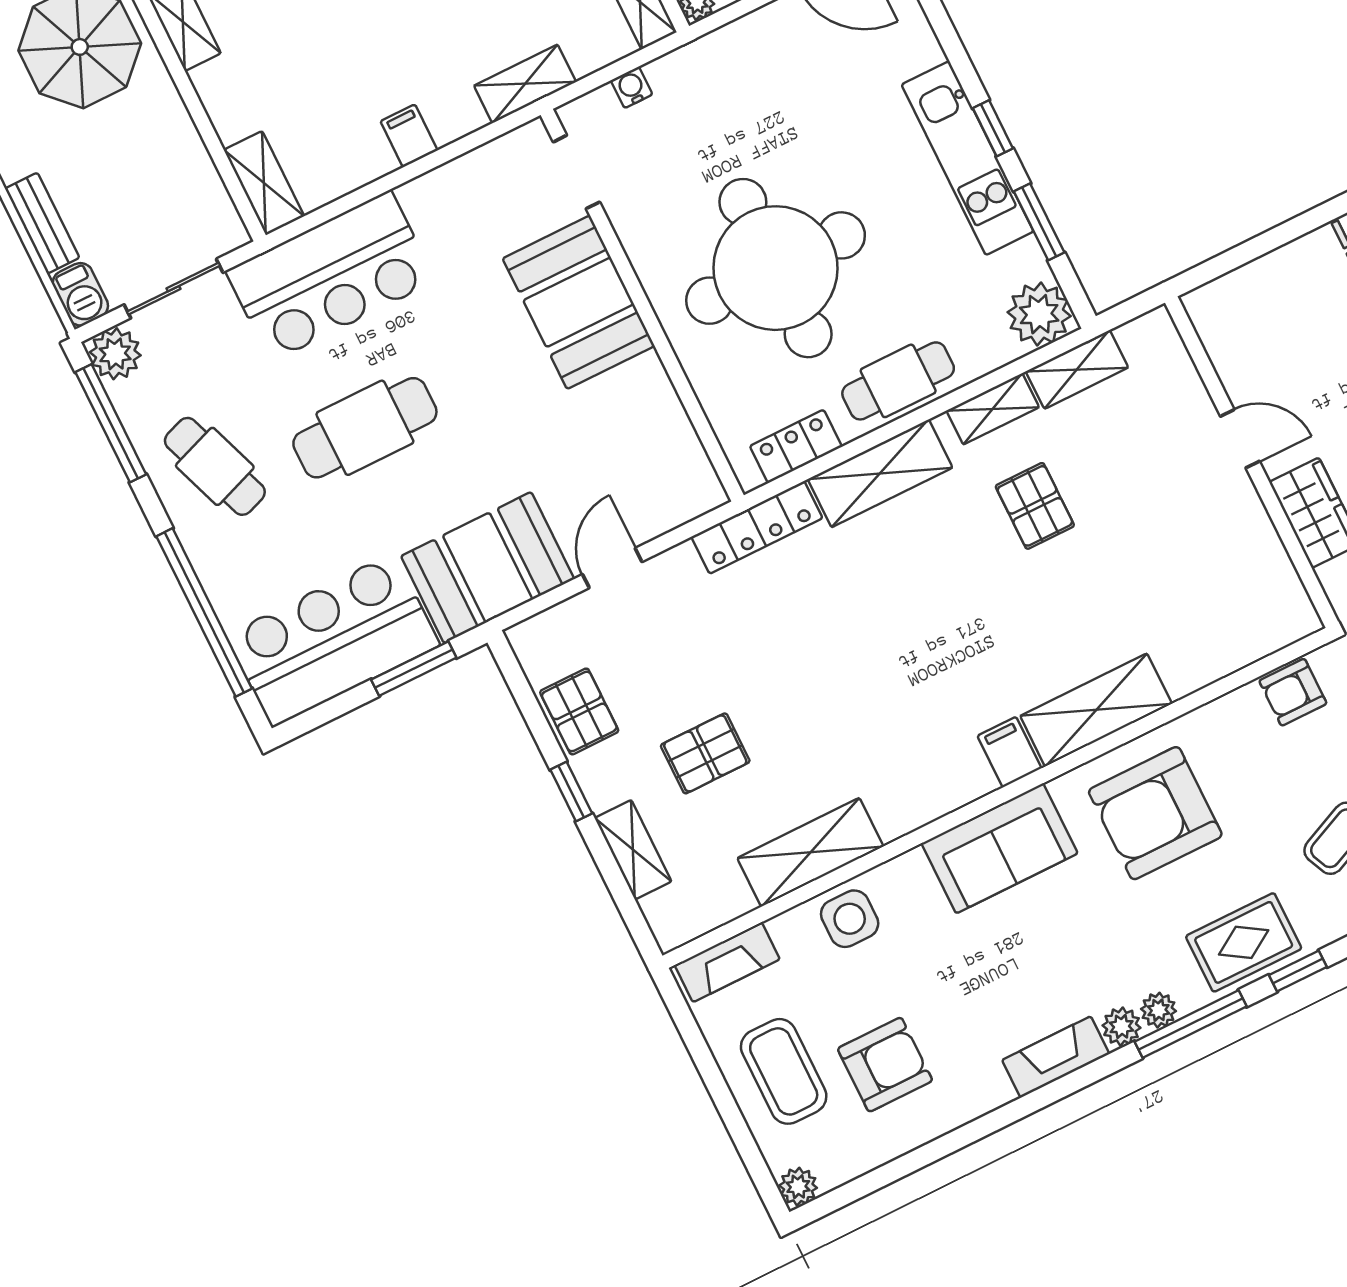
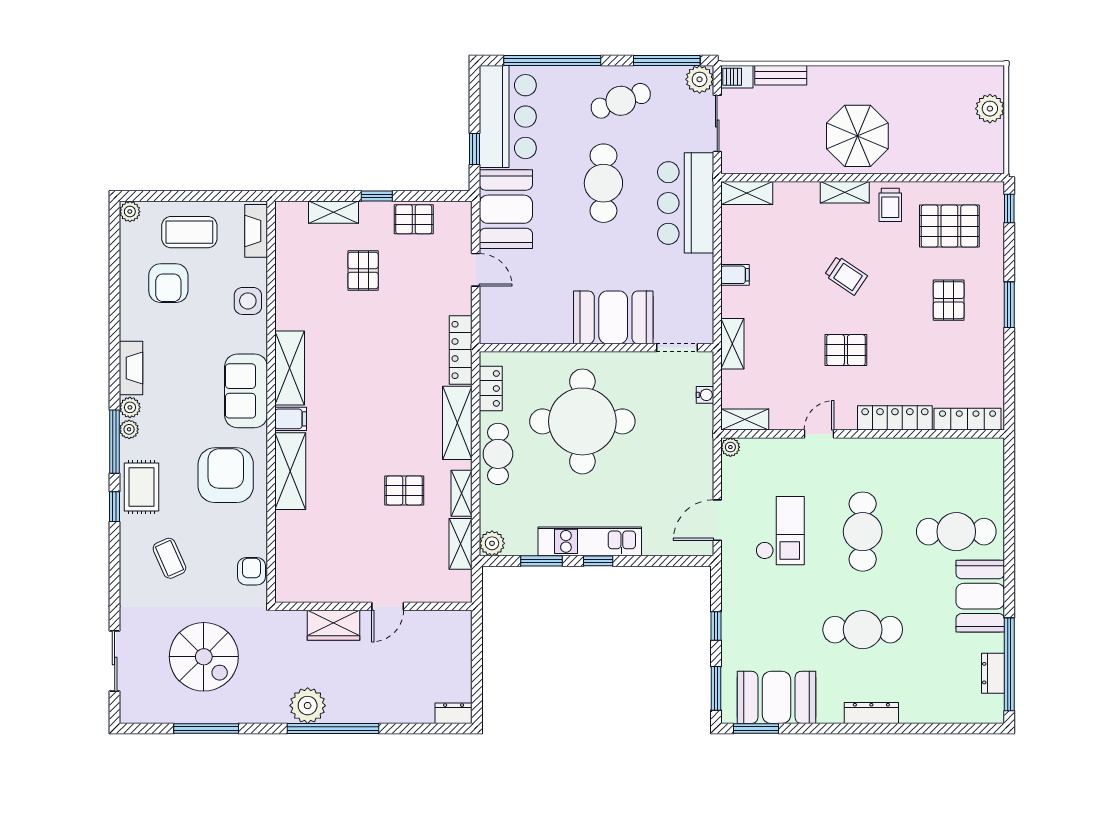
plant: (1039, 314) -> (492, 543), width x0.73, depth x0.73
window: (414, 669) -> (474, 149), width x0.67
shelving: (810, 852) -> (290, 368), moved

